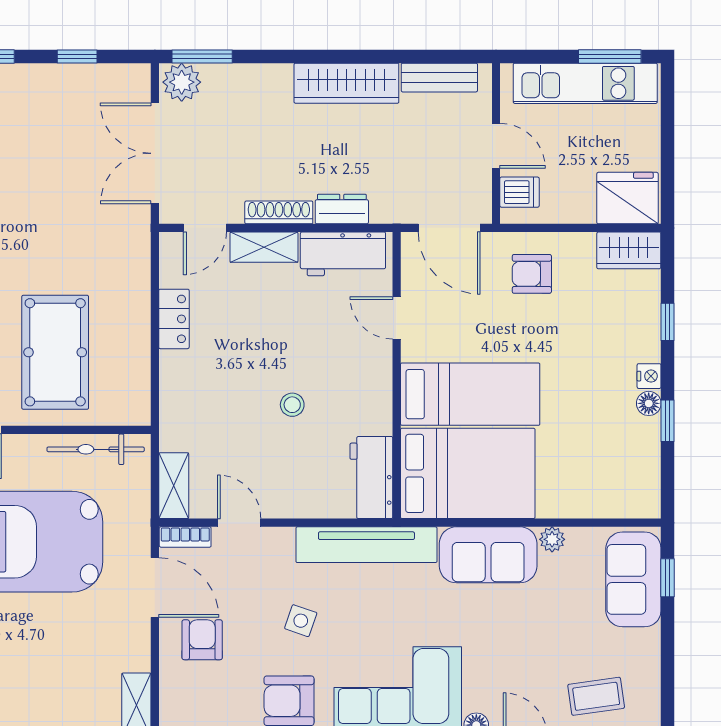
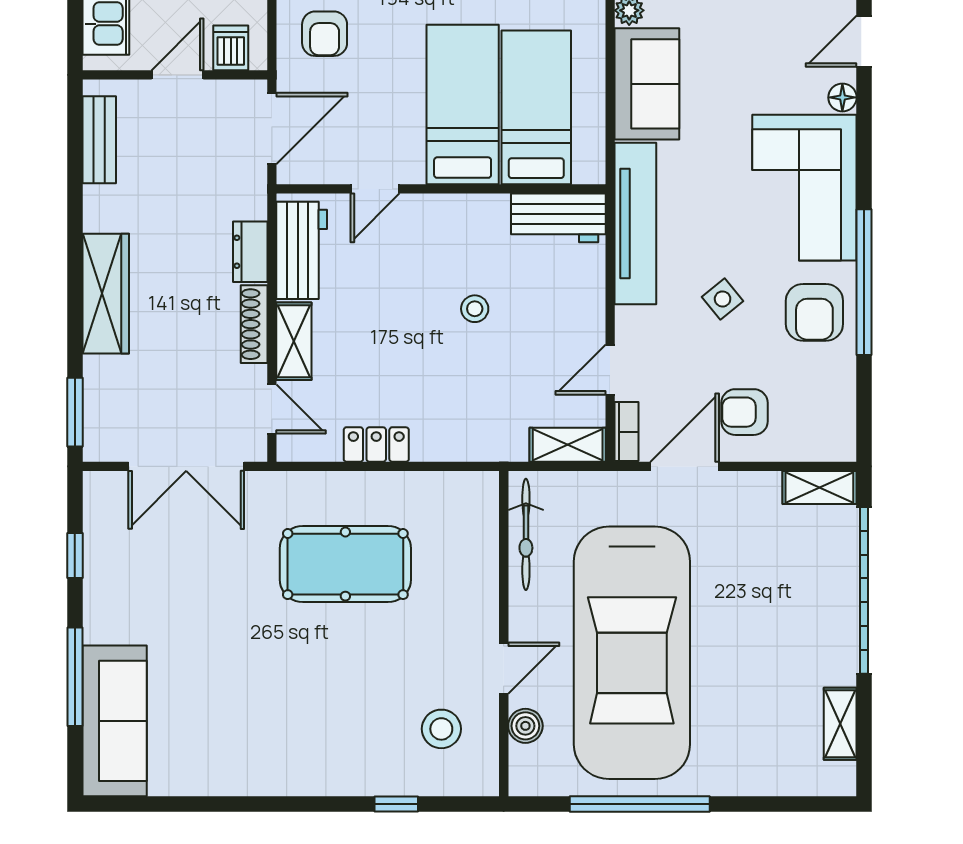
plant: (182, 82) -> (105, 436), removed
wardrobe: (346, 83) -> (106, 294), moved
pool table: (55, 352) -> (345, 564), moved
bed: (468, 473) -> (536, 107), width x0.67
side table: (301, 621) -> (723, 299), turned 32

